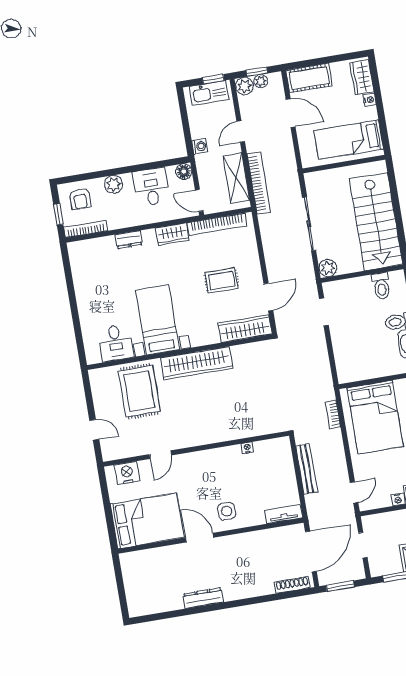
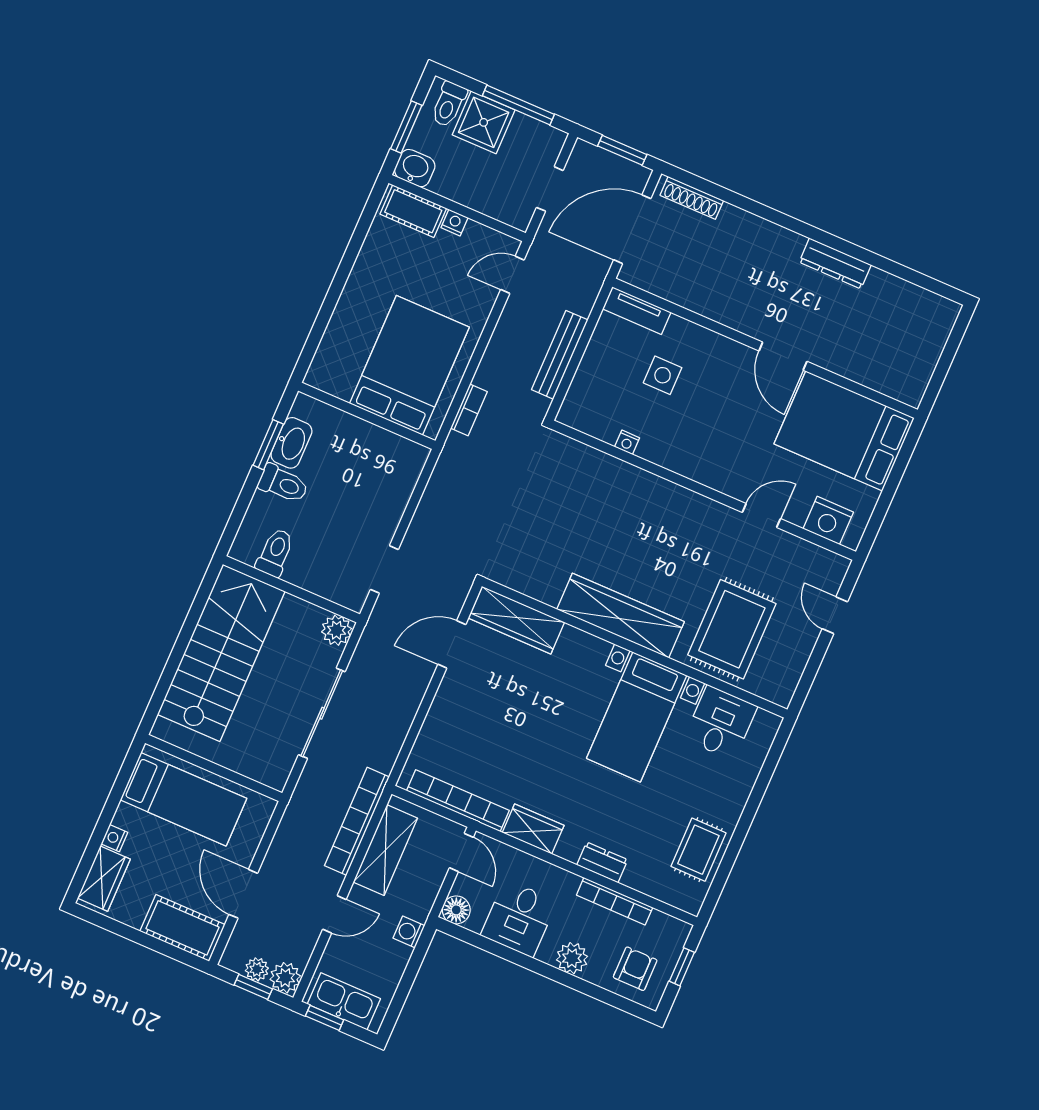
bookcase: (86, 229) -> (615, 901), moved
rug: (222, 280) -> (698, 850), moved, turned 90
side table: (227, 511) -> (663, 375), moved

